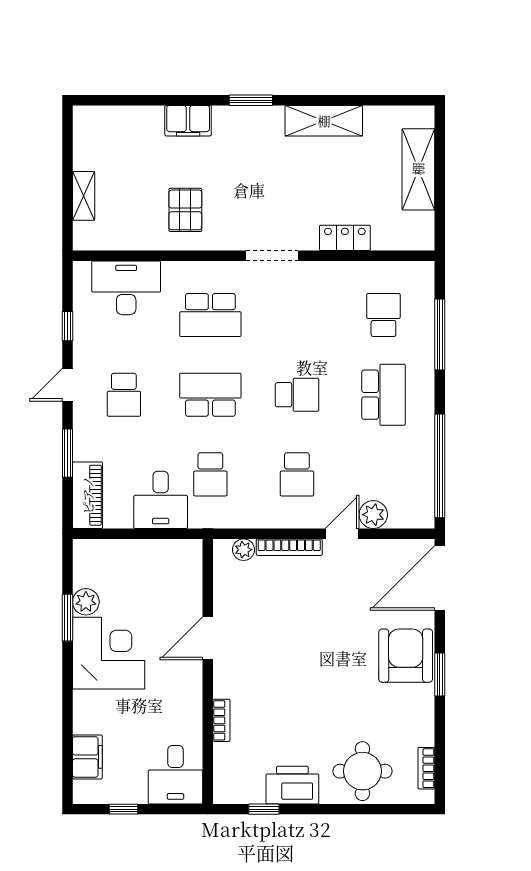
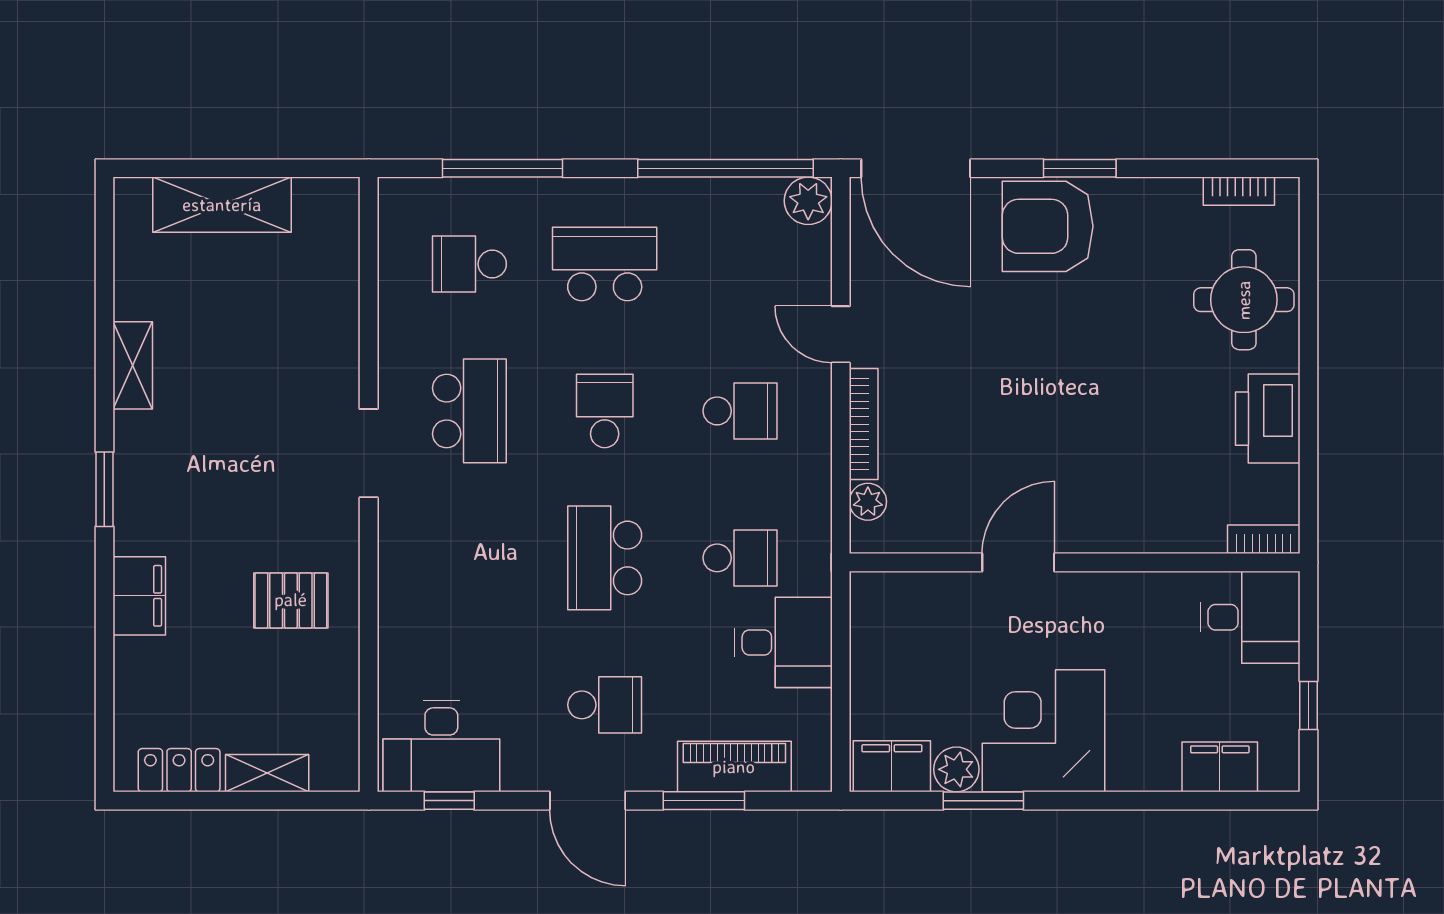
shelving: (324, 121) -> (133, 365), width x0.67, depth x0.75
locker: (345, 238) -> (179, 770), moved, turned 90
desk: (126, 288) -> (441, 746), moved, turned -90
school desk: (210, 315) -> (469, 411), moved
window: (67, 326) -> (449, 801), moved
door: (67, 385) -> (588, 801), width x1.38
piano: (88, 495) -> (734, 767), moved
plant: (373, 515) -> (808, 201), moved
filing cabinet: (88, 564) -> (892, 766), added
door: (208, 638) -> (1018, 562), swing flipped
bookcase: (221, 720) -> (1264, 539), moved
window: (264, 809) -> (1308, 467), removed

